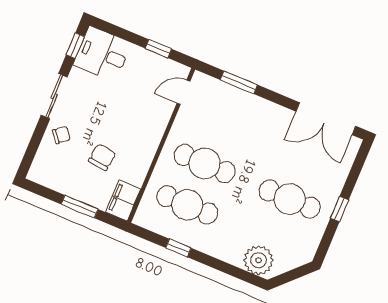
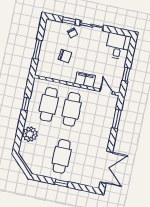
window: (75, 46) -> (69, 21), moved
double door: (326, 119) -> (106, 167), swing flipped
filing cabinet: (123, 200) -> (85, 80), moved
plant: (259, 260) -> (30, 134), moved

